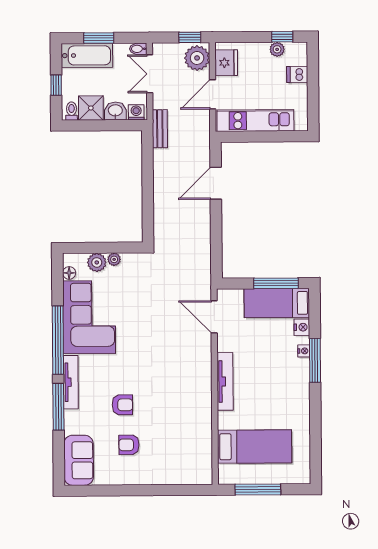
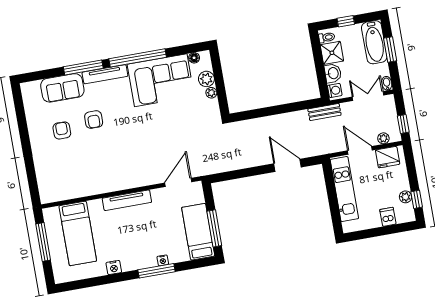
plant: (197, 58) -> (383, 138), width x0.53, depth x0.53
nightstand: (302, 327) -> (114, 268), moved
sofa: (79, 460) -> (62, 88), moved

